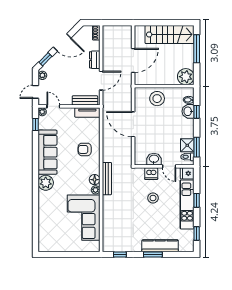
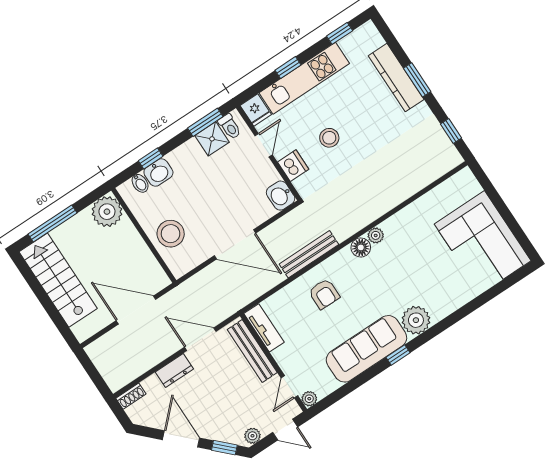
bench: (85, 100) -> (252, 351), width x1.36
door: (133, 124) -> (235, 244), hinge flipped
window: (35, 125) -> (398, 355), moved
washbasin: (154, 159) -> (281, 196), moved
bench: (107, 179) -> (309, 254), moved
corner sofa: (84, 218) -> (483, 242), moved, turned 90

